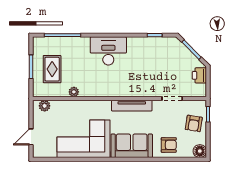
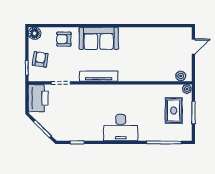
printer: (199, 75) -> (38, 98), width x1.87, depth x1.48
plant: (74, 92) -> (187, 89), moved
corner sofa: (84, 139) -> (144, 45), removed

